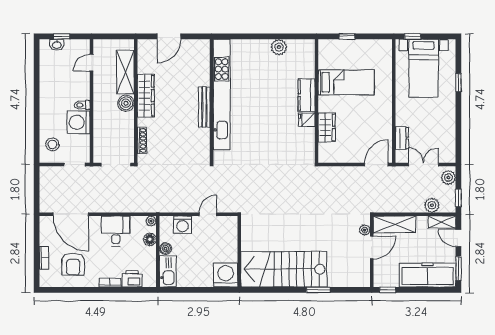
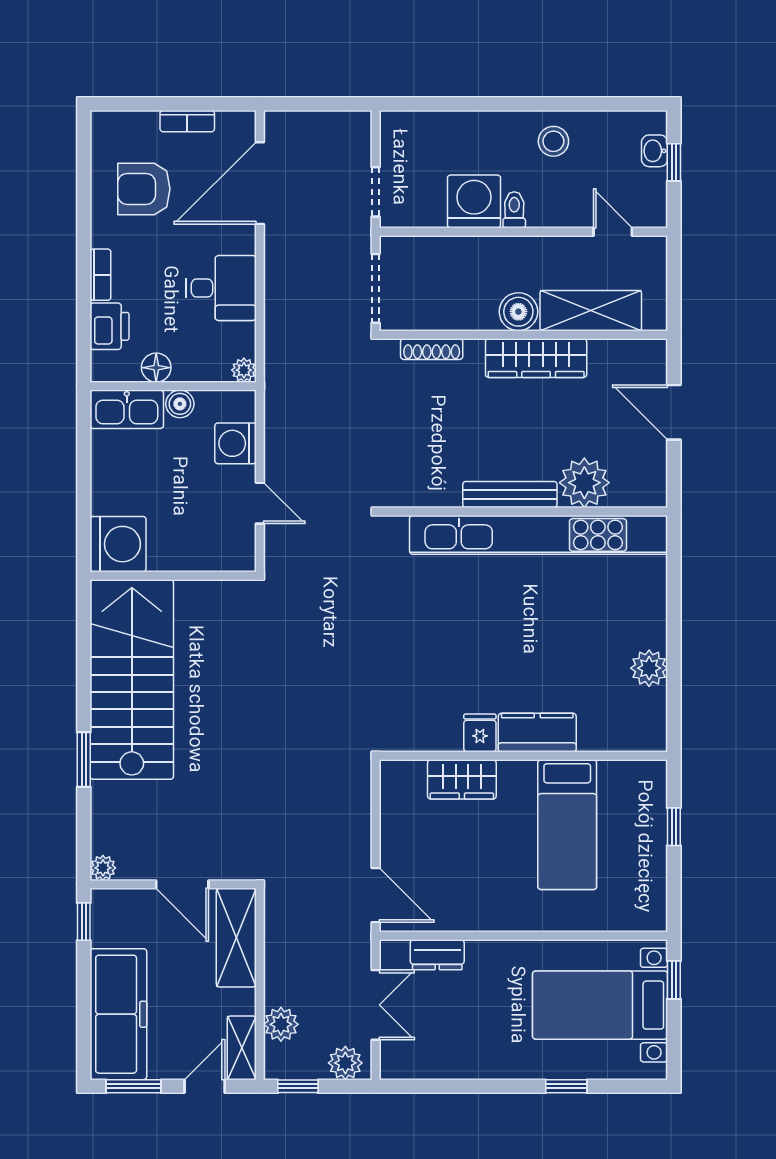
plant: (199, 75) -> (584, 483), added
stool: (52, 144) -> (553, 141), moved
plant: (365, 230) -> (103, 868), moved
floor lamp: (150, 239) -> (156, 368), moved
bookcase: (44, 258) -> (187, 121), moved

